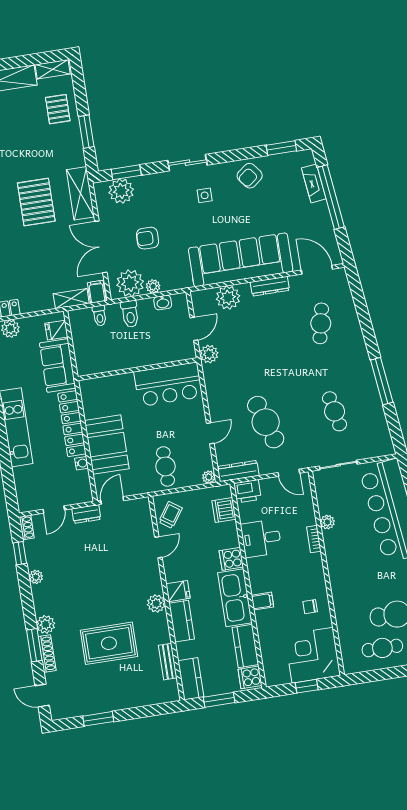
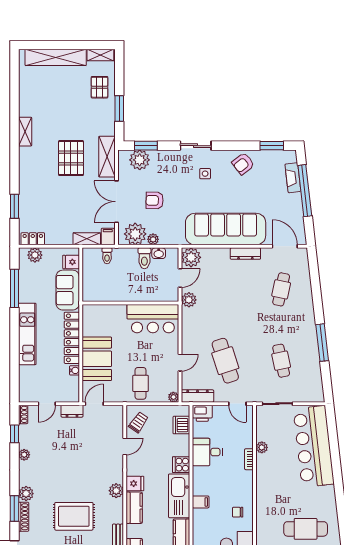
plant: (228, 298) -> (191, 257), moved
toilet: (130, 314) -> (144, 258), moved

